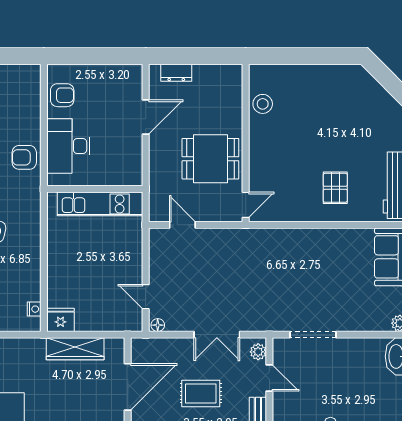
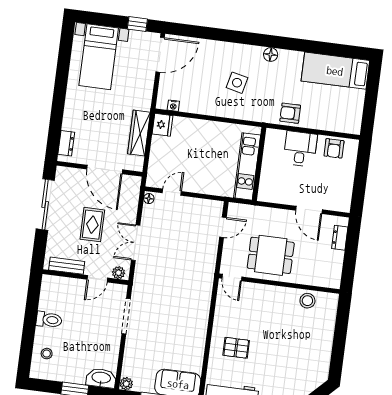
desk: (68, 146) -> (300, 149), width x0.73
armchair: (24, 157) -> (290, 113), turned -90
dining table: (210, 159) -> (271, 255), turned 90

